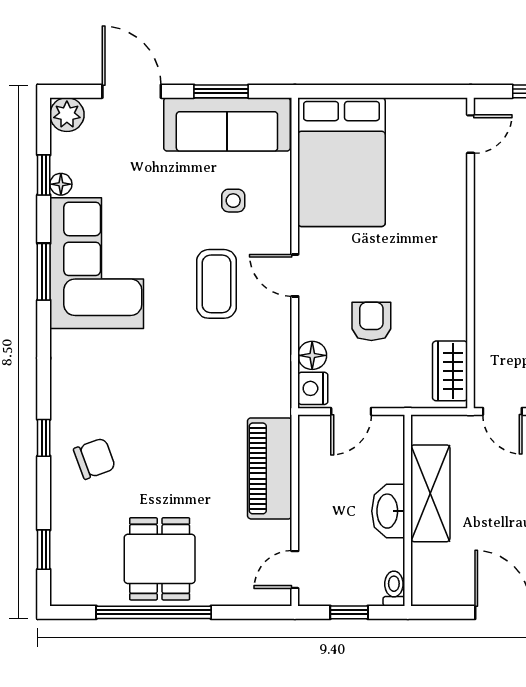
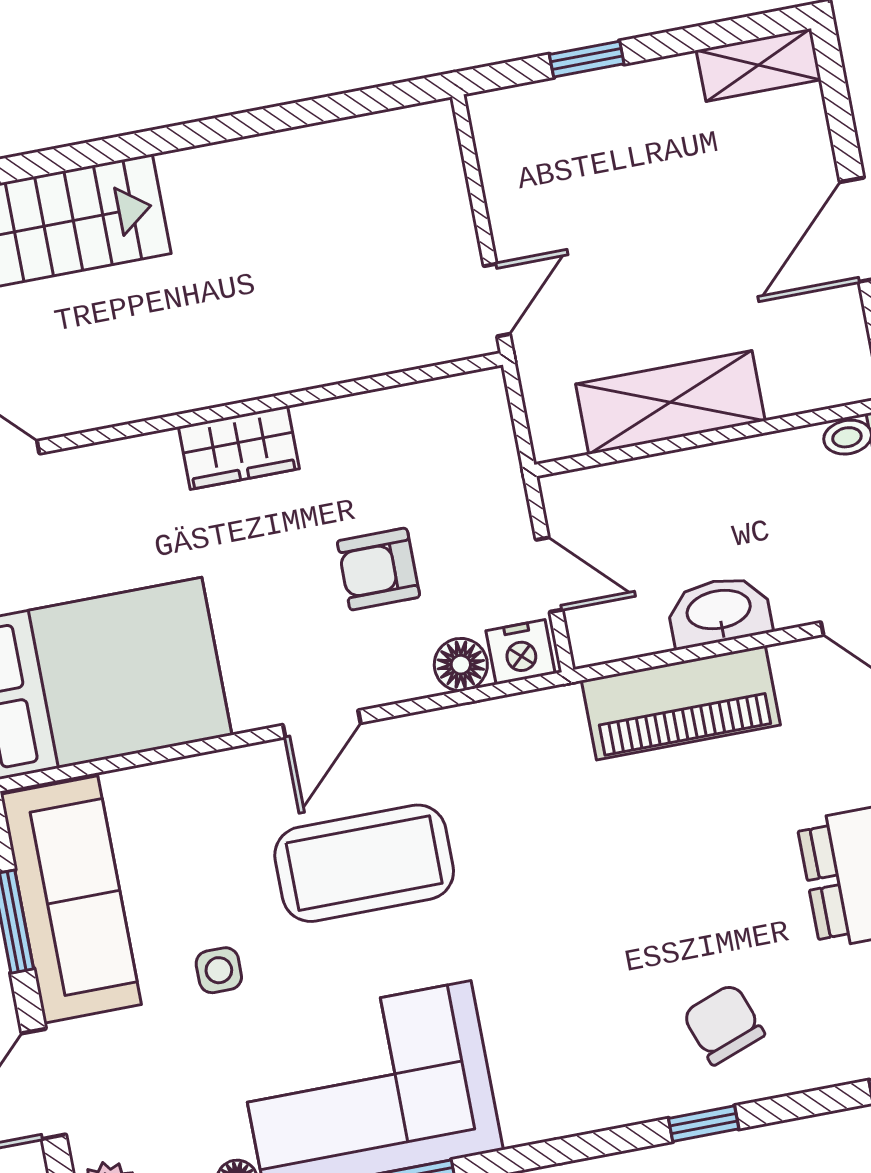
side table: (233, 201) -> (219, 970), moved
coffee table: (216, 284) -> (364, 863), width x1.36, depth x1.32
wardrobe: (450, 371) -> (239, 448), moved
washbasin: (388, 511) -> (719, 611), moved, turned 180

